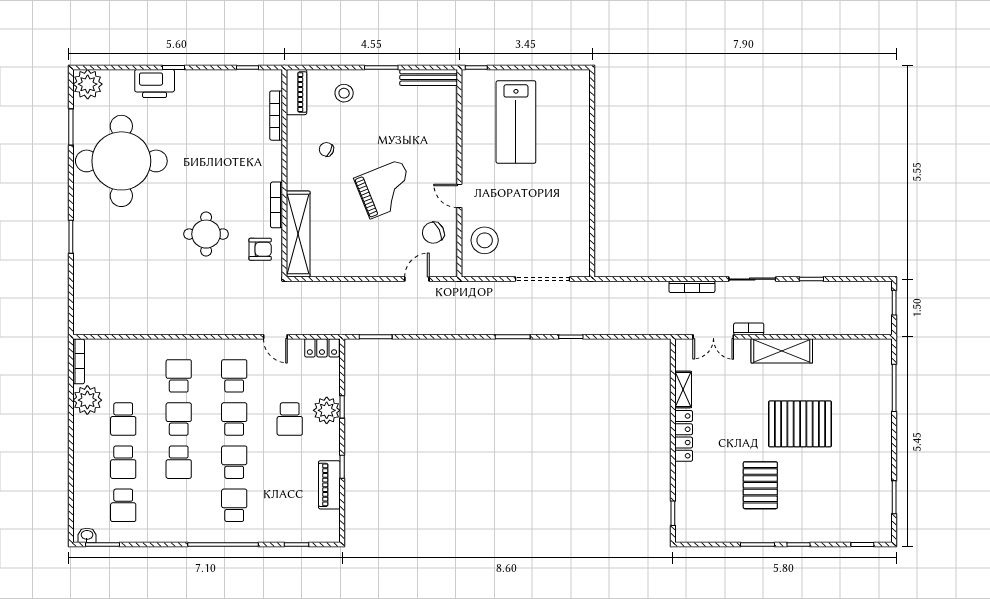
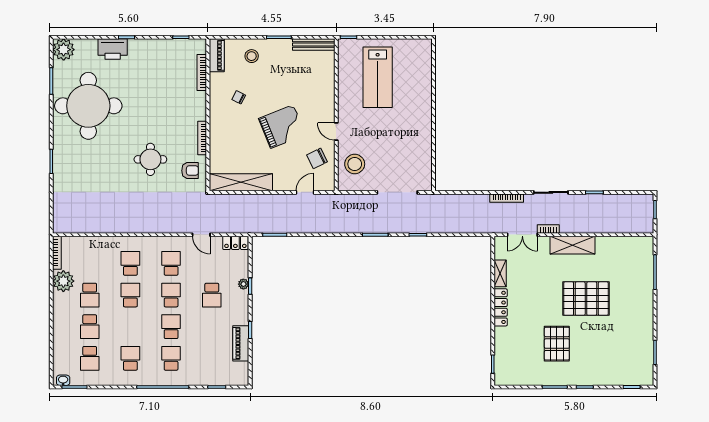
shelving: (298, 234) -> (241, 182), moved, turned 90
plant: (327, 410) -> (243, 284), width x0.53, depth x0.53
school desk: (179, 462) -> (130, 358), moved, turned 180

